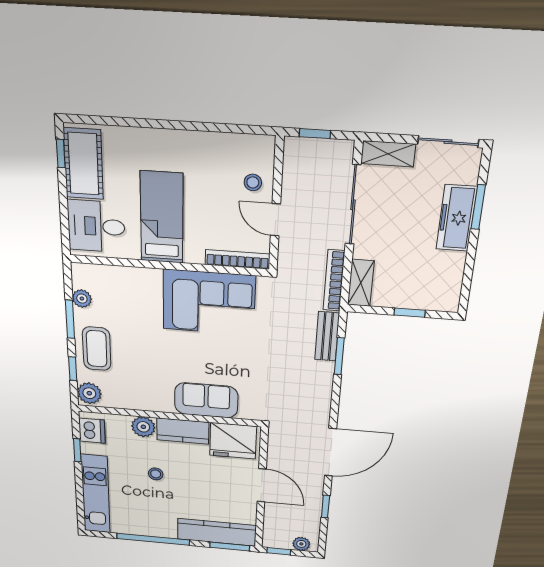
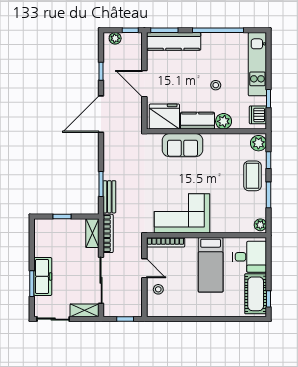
plant: (82, 299) -> (260, 225), moved

